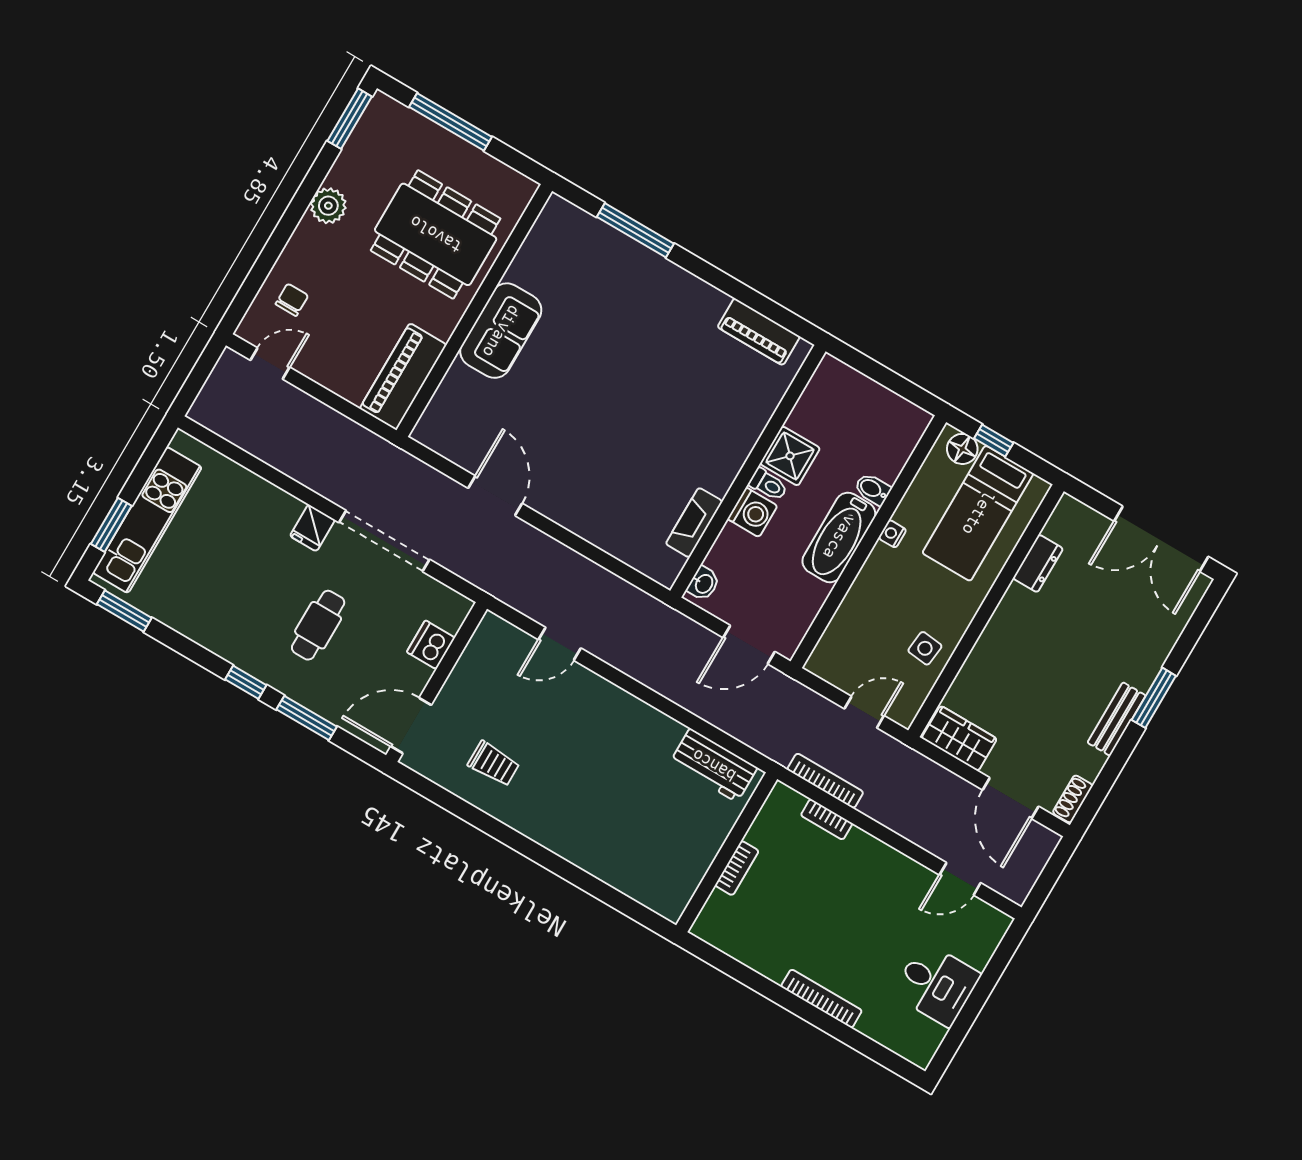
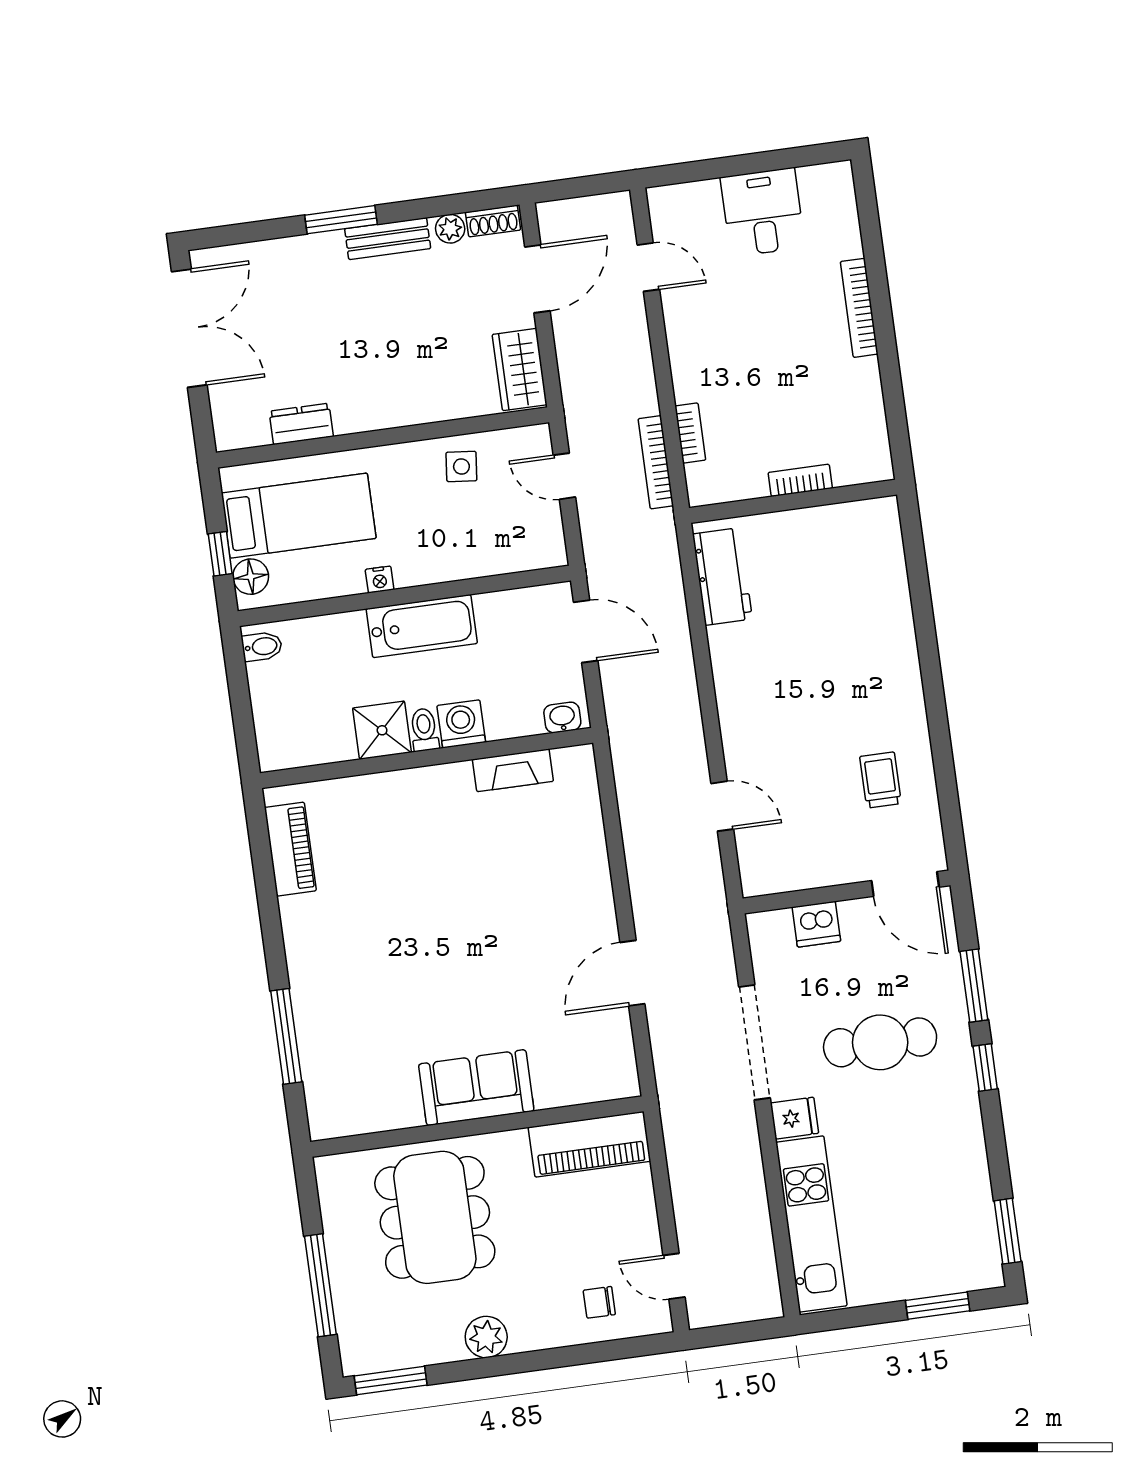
bidet: (873, 489) -> (262, 646), moved, turned -90
kitchen unit: (147, 520) -> (811, 1224), moved, turned 90
cafe table: (318, 625) -> (880, 1042), width x1.37, depth x1.35
plant: (1090, 766) -> (450, 229), added

